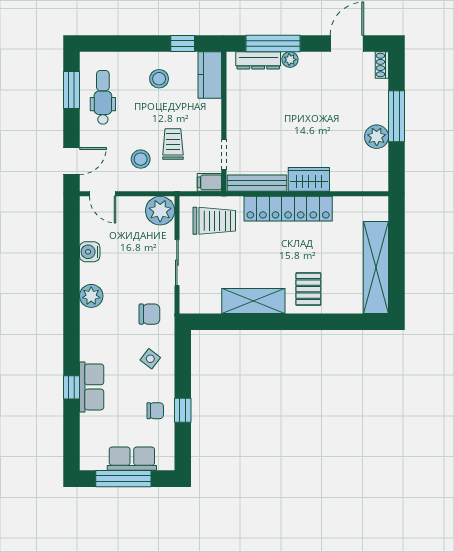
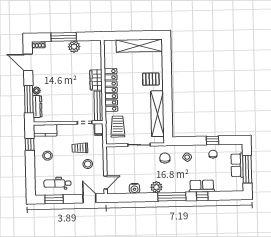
plant: (160, 211) -> (113, 154), removed
shelving: (253, 301) -> (157, 114), width x1.47
window: (71, 326) -> (172, 197), added

